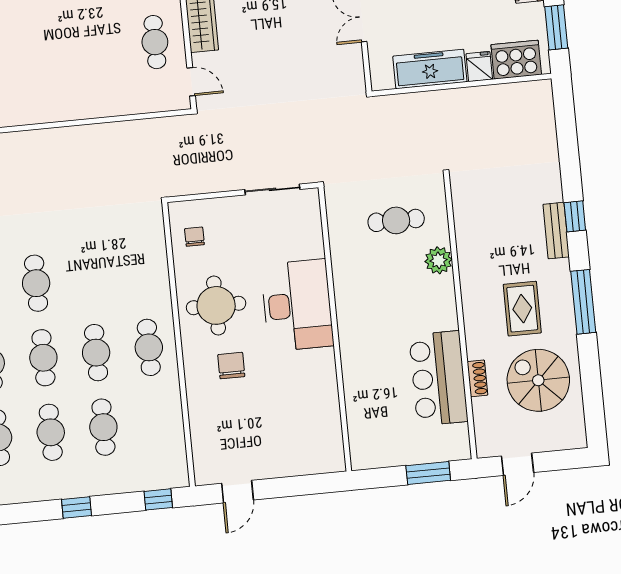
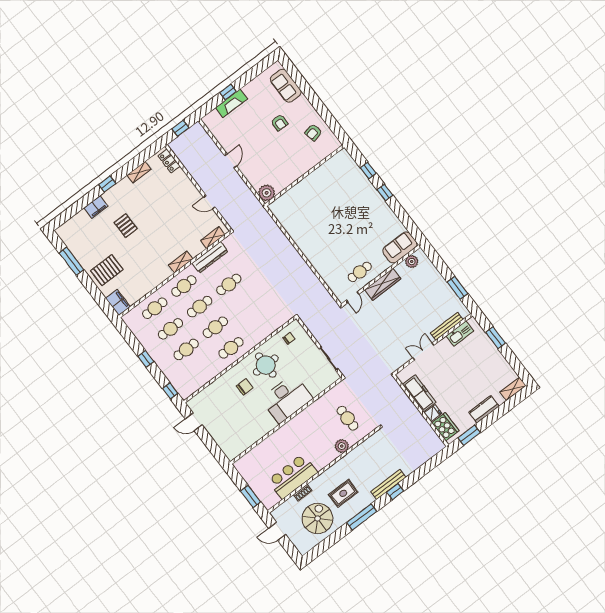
bench: (556, 231) -> (388, 484), width x1.36

